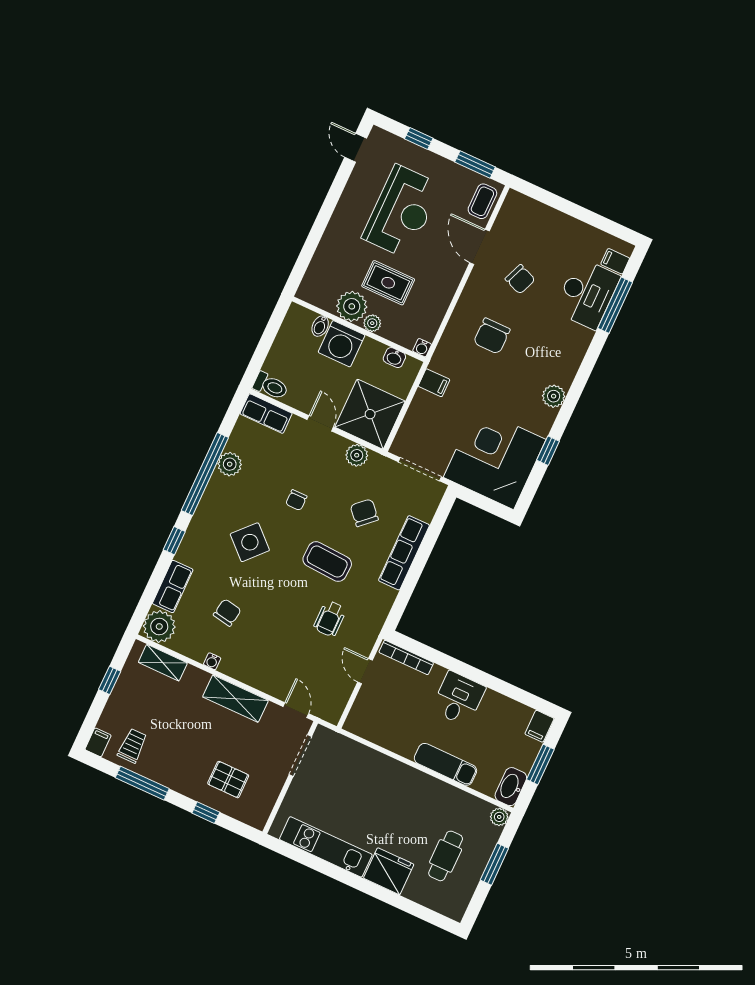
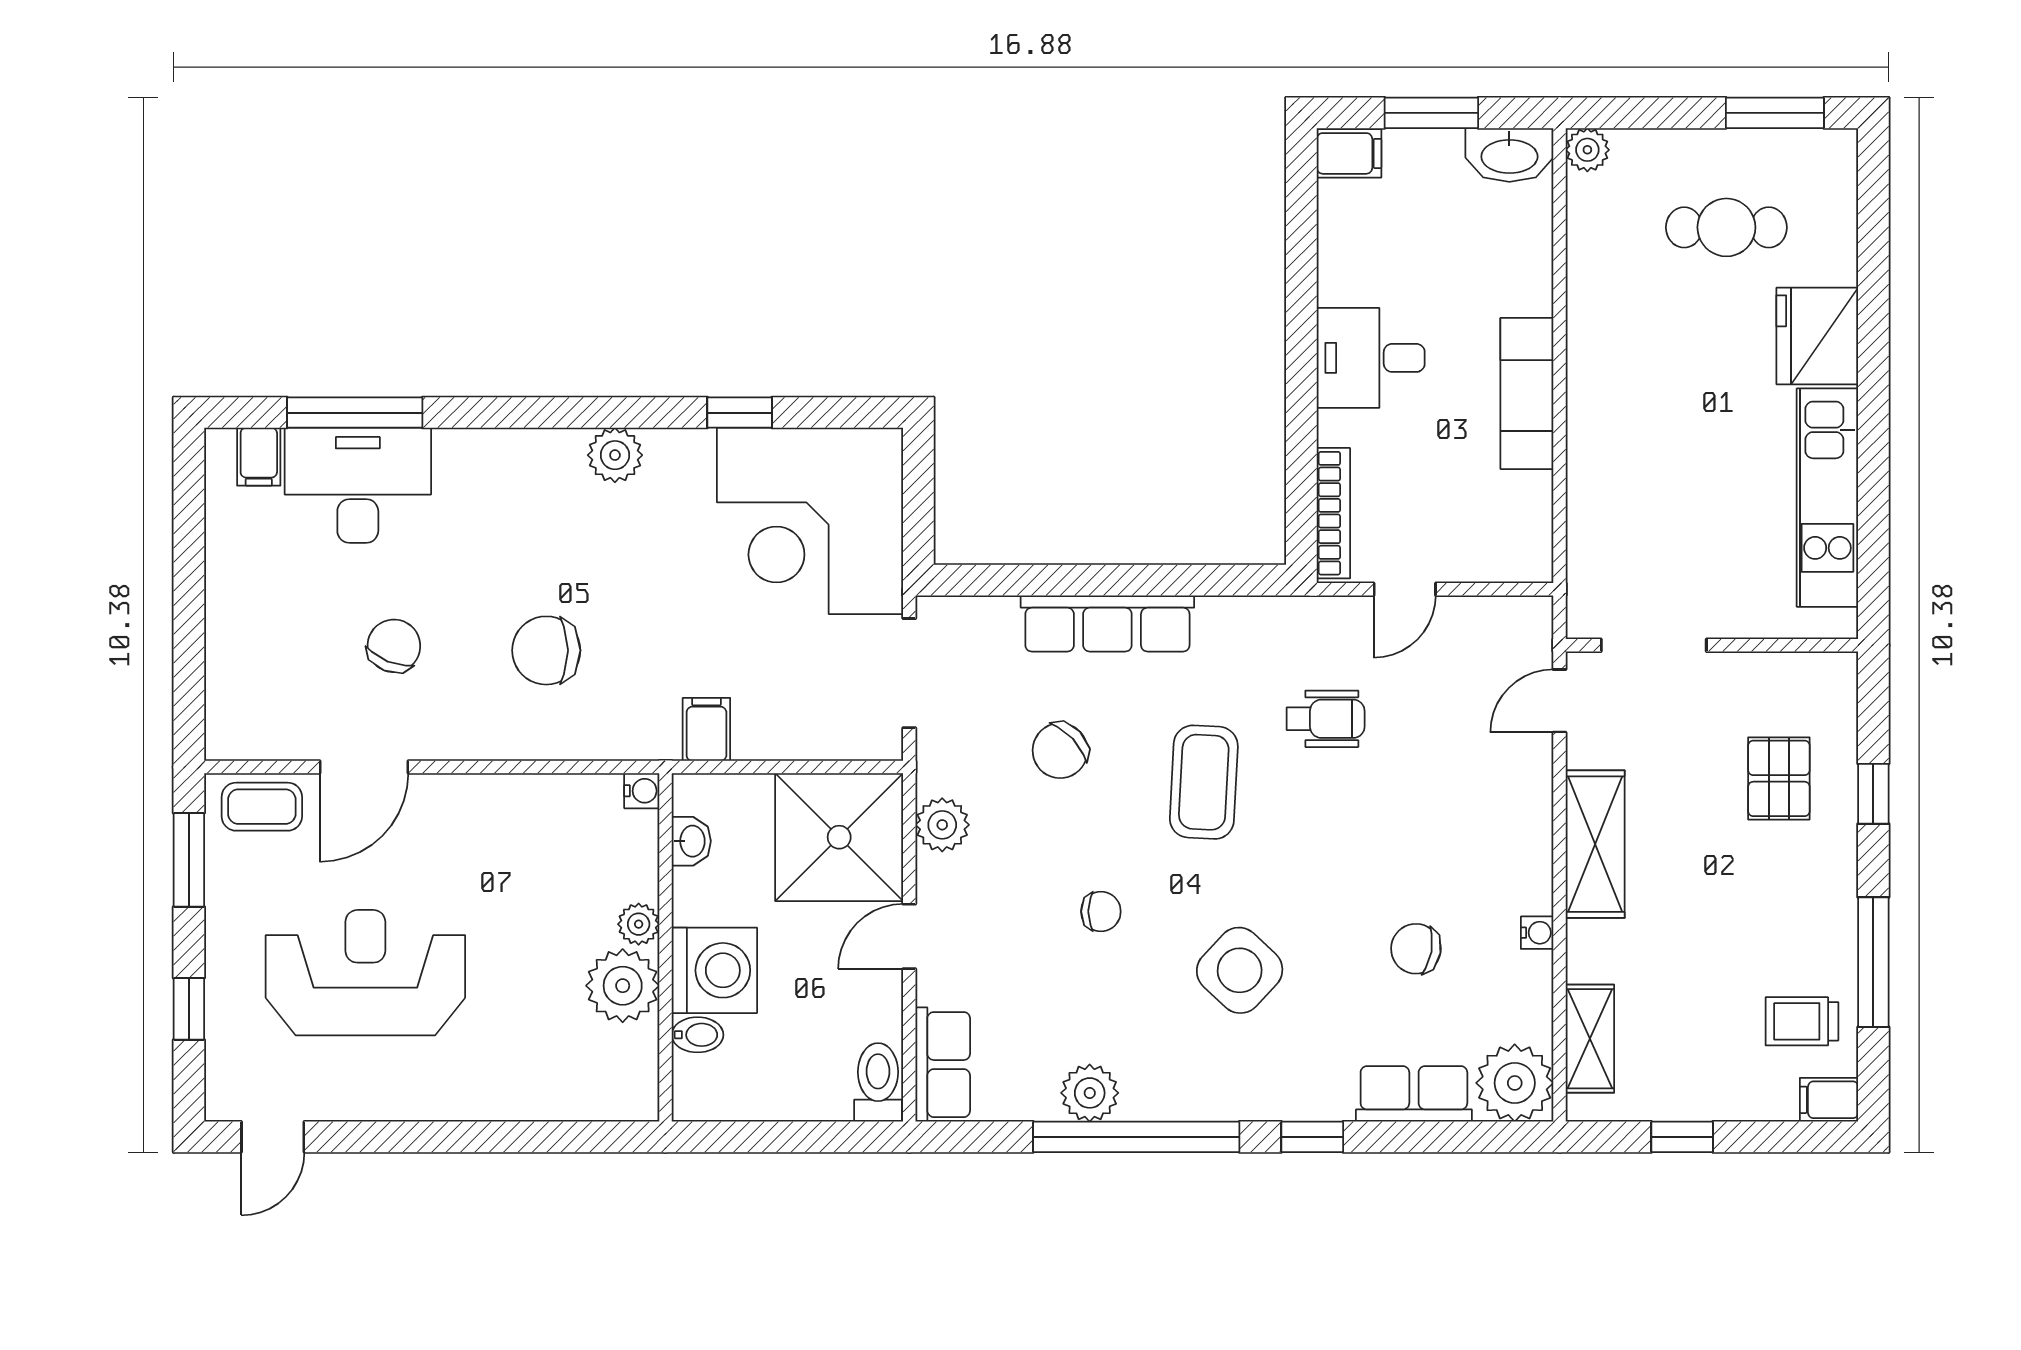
rug: (388, 283) -> (534, 930), removed
chair: (492, 336) -> (546, 650), turned 180
exam couch: (445, 764) -> (1527, 393), moved
window: (494, 864) -> (1775, 113), moved

